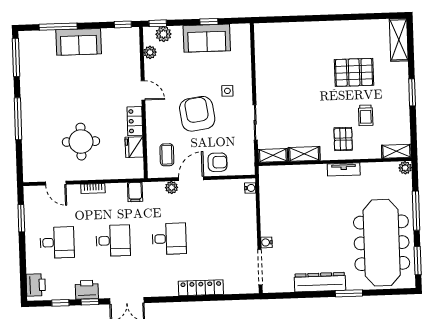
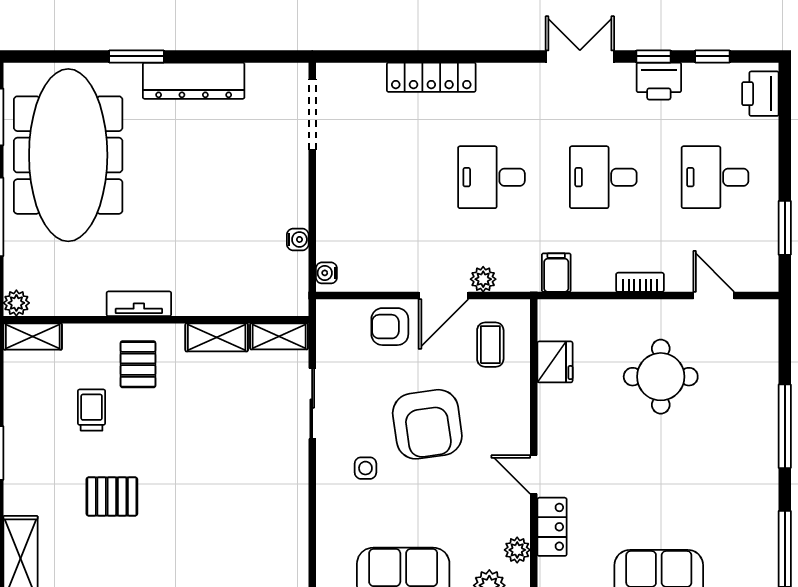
pallet: (354, 72) -> (112, 496), width x0.67, depth x0.71
locker: (135, 121) -> (552, 527), moved
water cooler: (266, 242) -> (298, 239), moved

